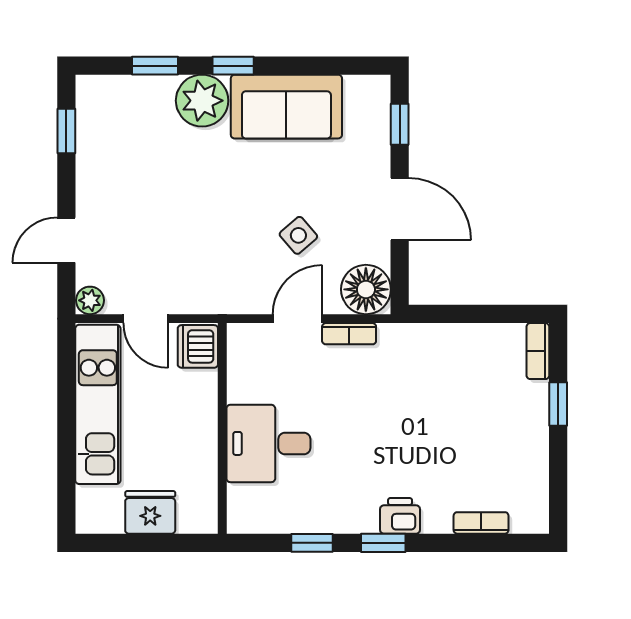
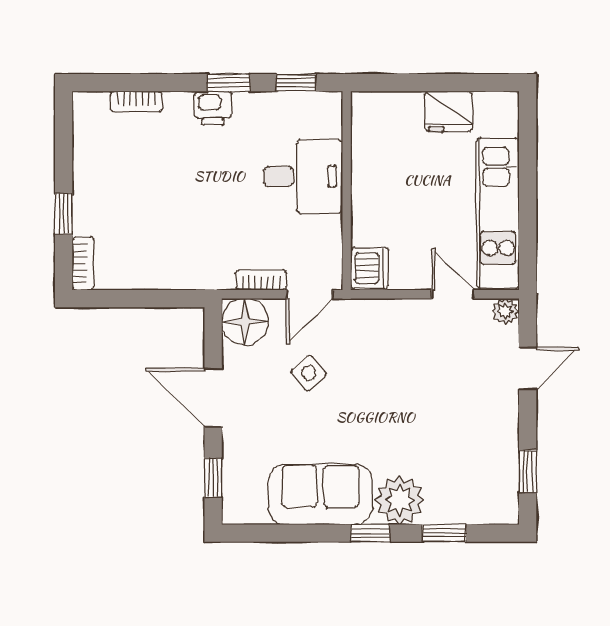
dishwasher: (198, 346) -> (370, 268), moved
wall: (222, 428) -> (347, 191), moved
desk: (268, 443) -> (303, 176), moved

